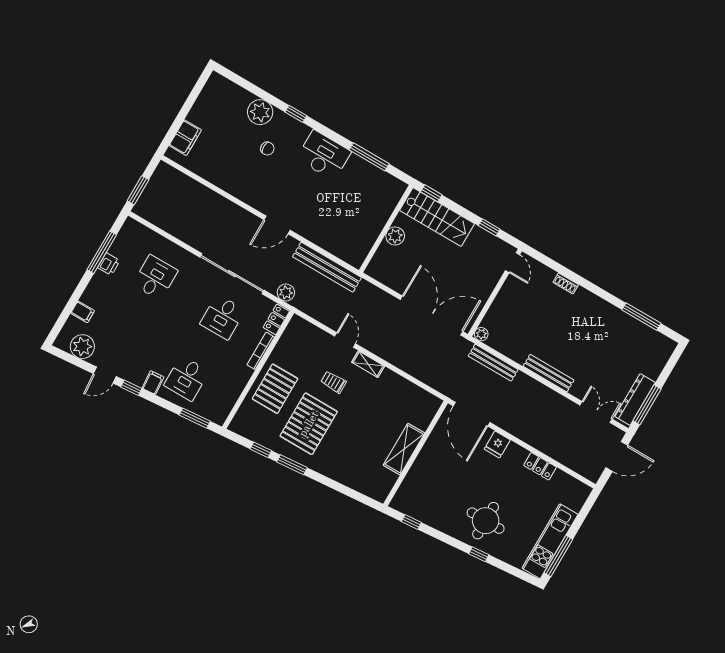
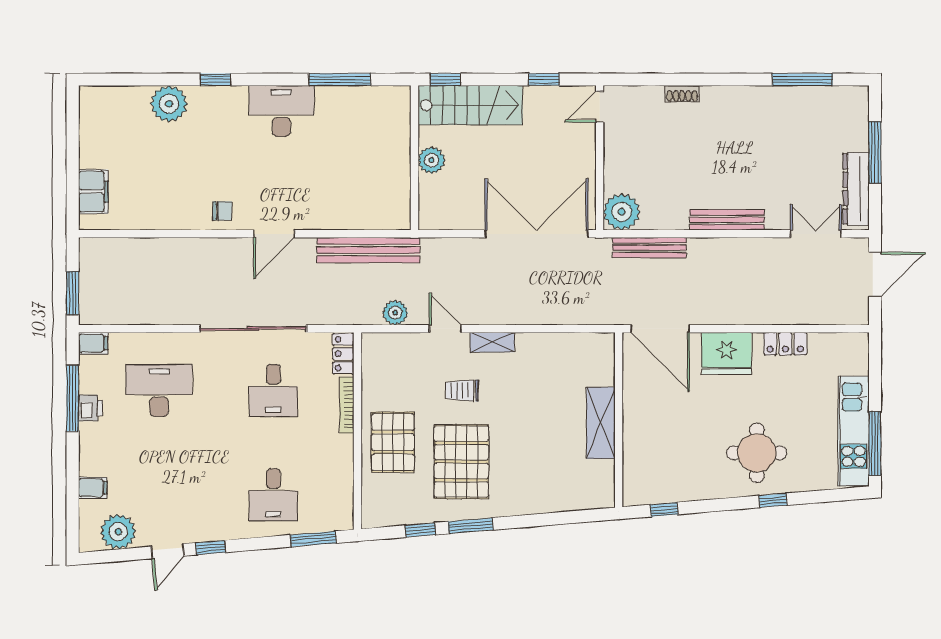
chair: (267, 149) -> (222, 211), moved
door: (513, 263) -> (600, 107), swing flipped
desk: (155, 278) -> (159, 391), width x1.37
plant: (286, 292) -> (395, 313), moved
plant: (481, 334) -> (622, 212), width x1.88, depth x1.88
filing cabinet: (153, 383) -> (93, 343), moved, turned 95
window: (647, 405) -> (875, 152), moved
fridge: (497, 444) -> (727, 353), width x1.88, depth x1.34

